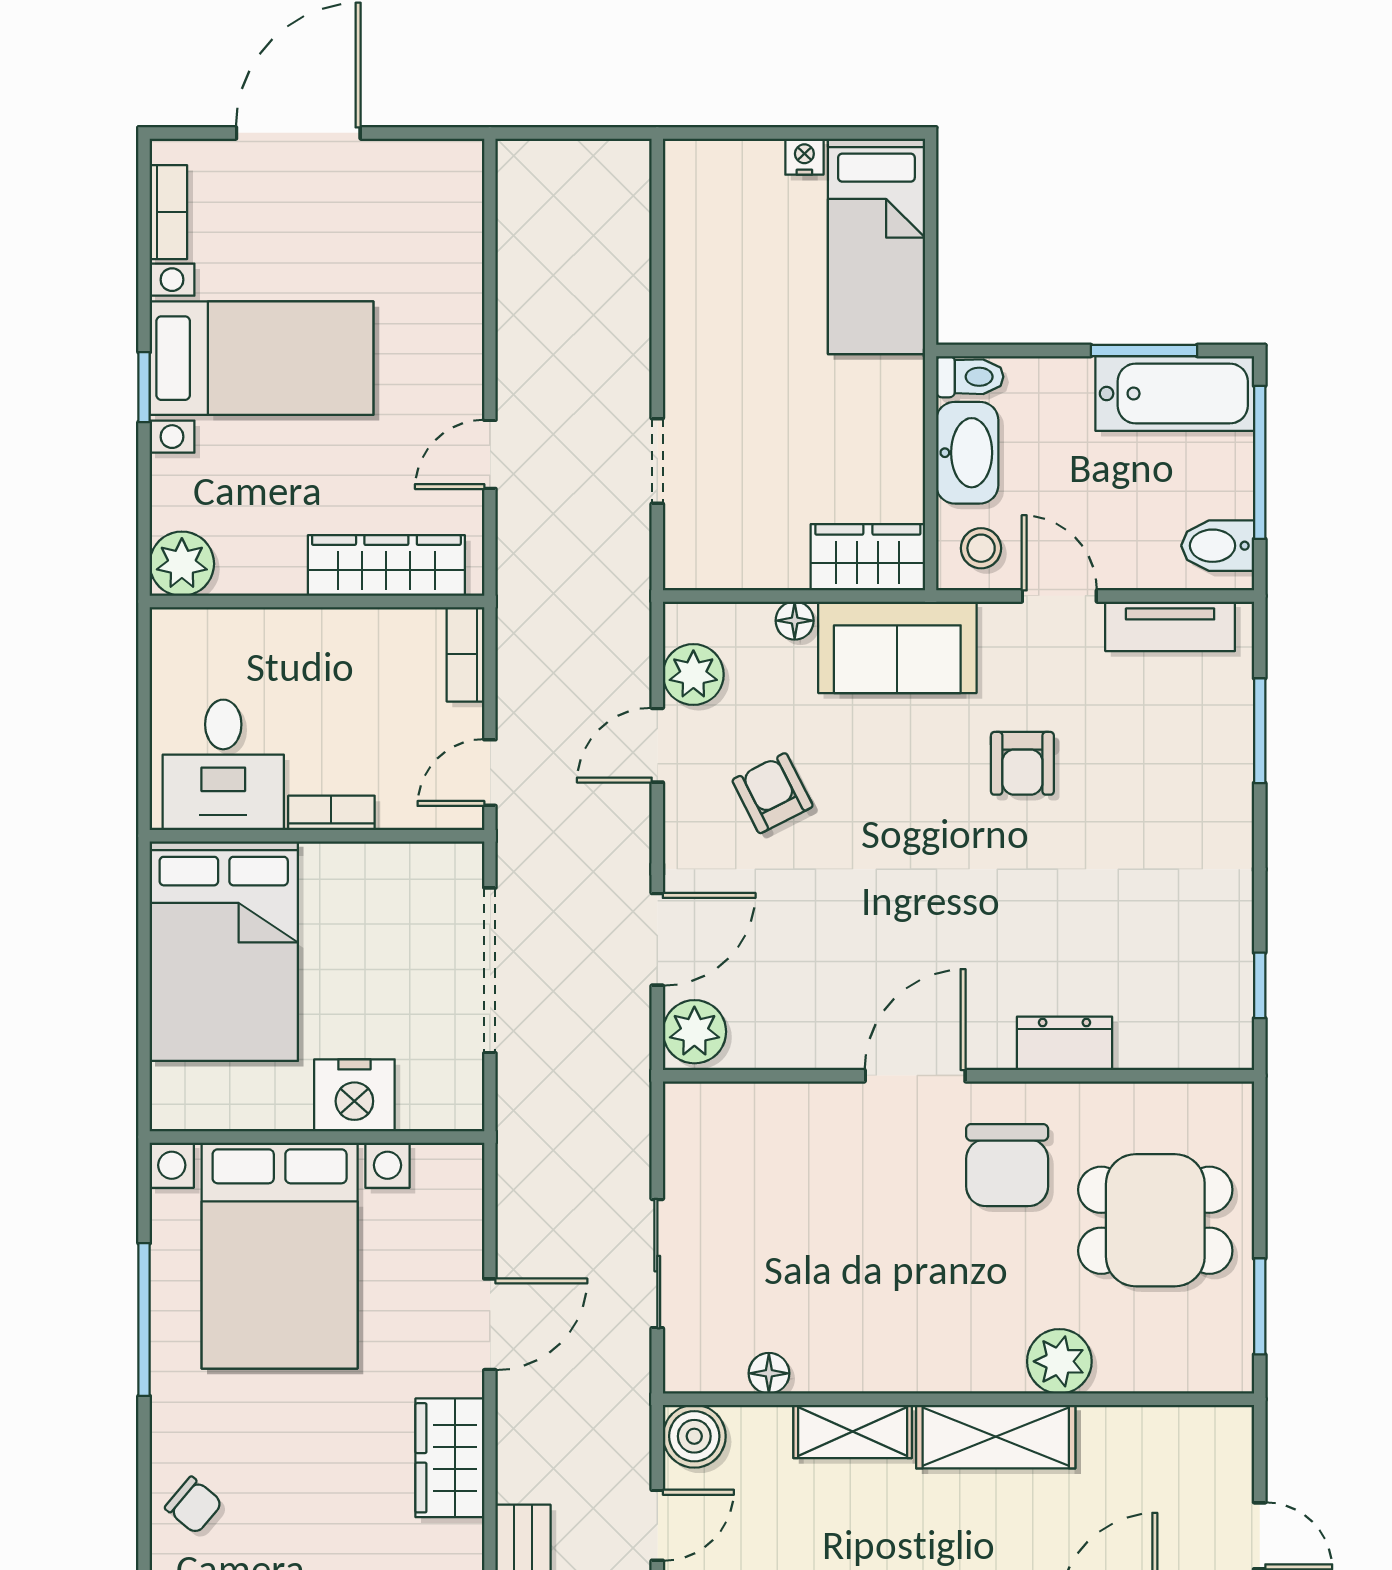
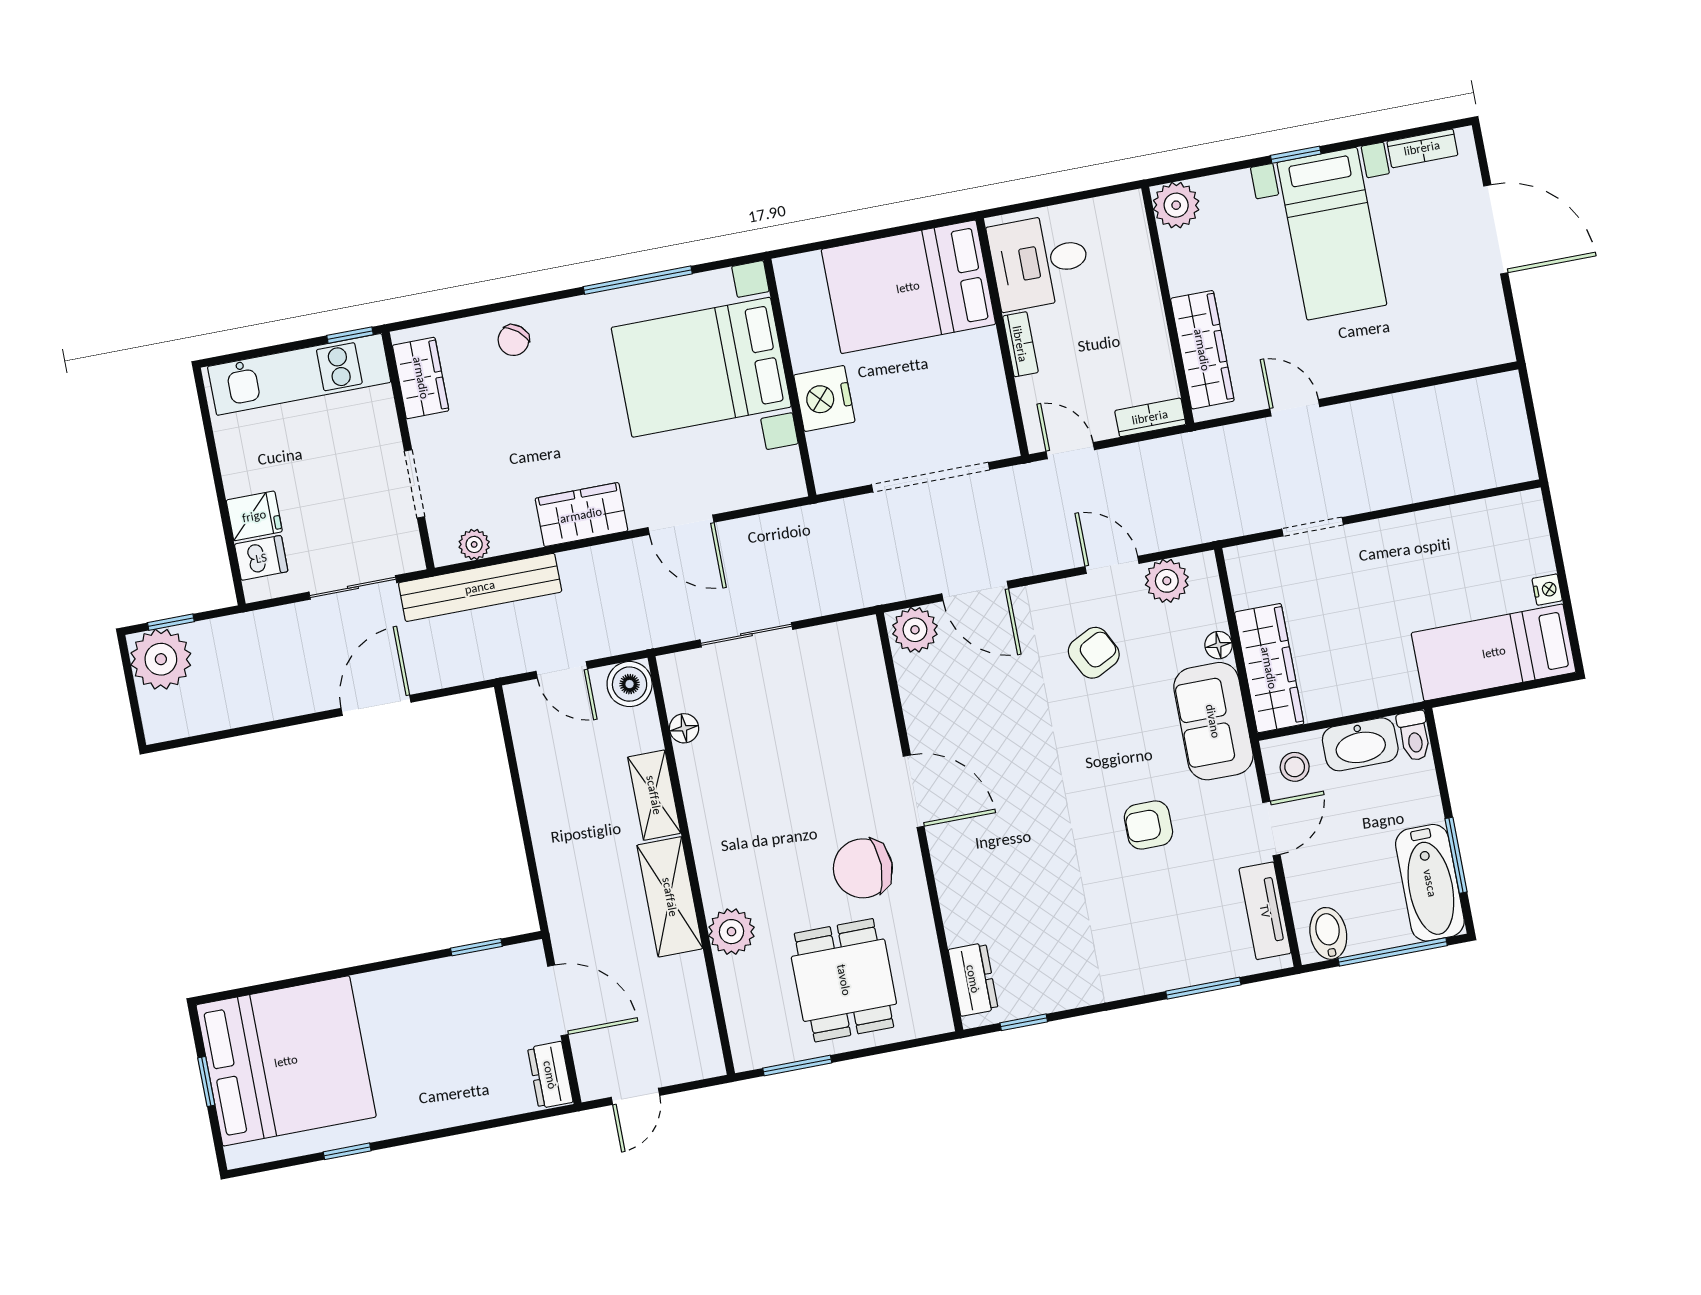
wardrobe: (868, 557) -> (1269, 668), width x1.50
dresser: (1065, 1043) -> (973, 979), moved

